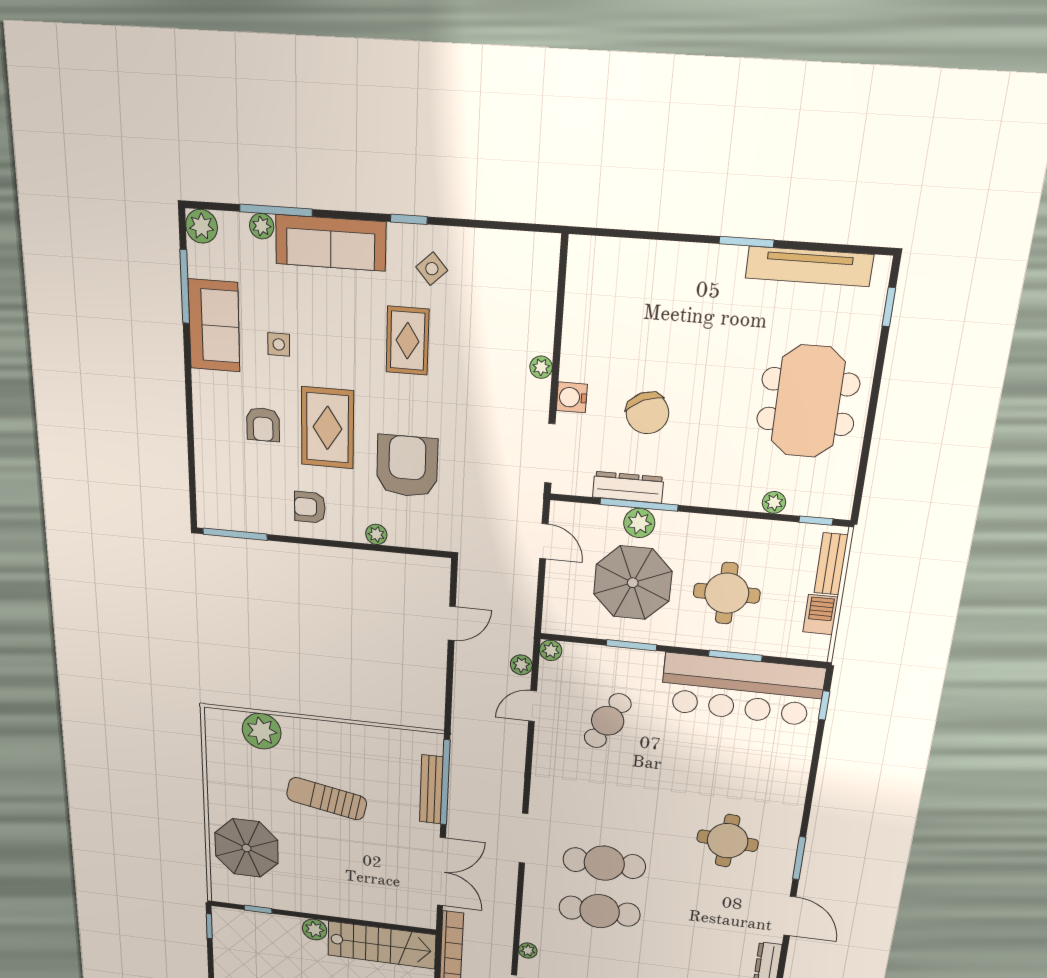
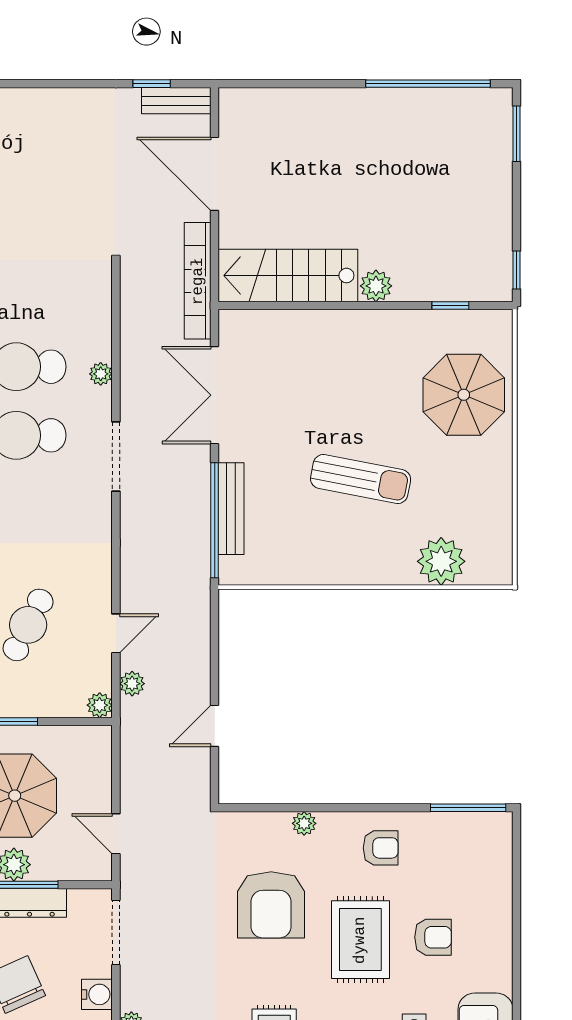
armchair: (263, 425) -> (433, 937), turned 90
plant: (528, 951) -> (101, 374), moved

